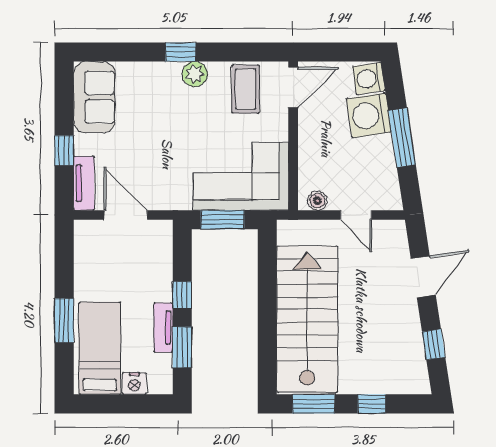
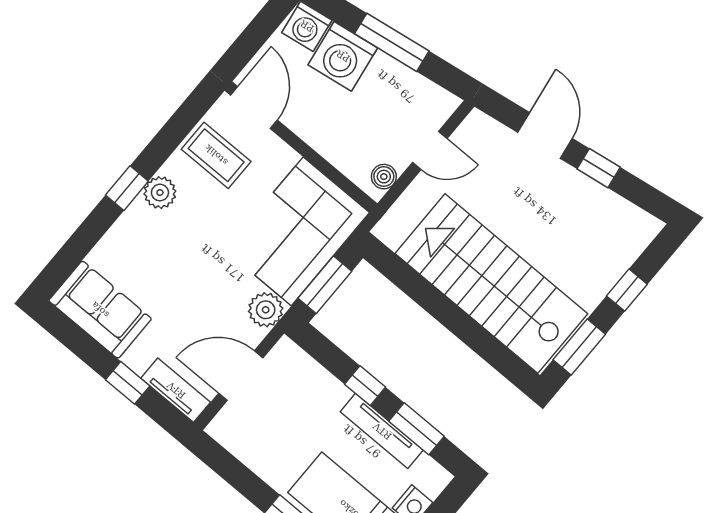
plant: (178, 197) -> (266, 310), added
tv unit: (163, 328) -> (382, 431), width x1.41
window: (434, 344) -> (599, 168), moved

